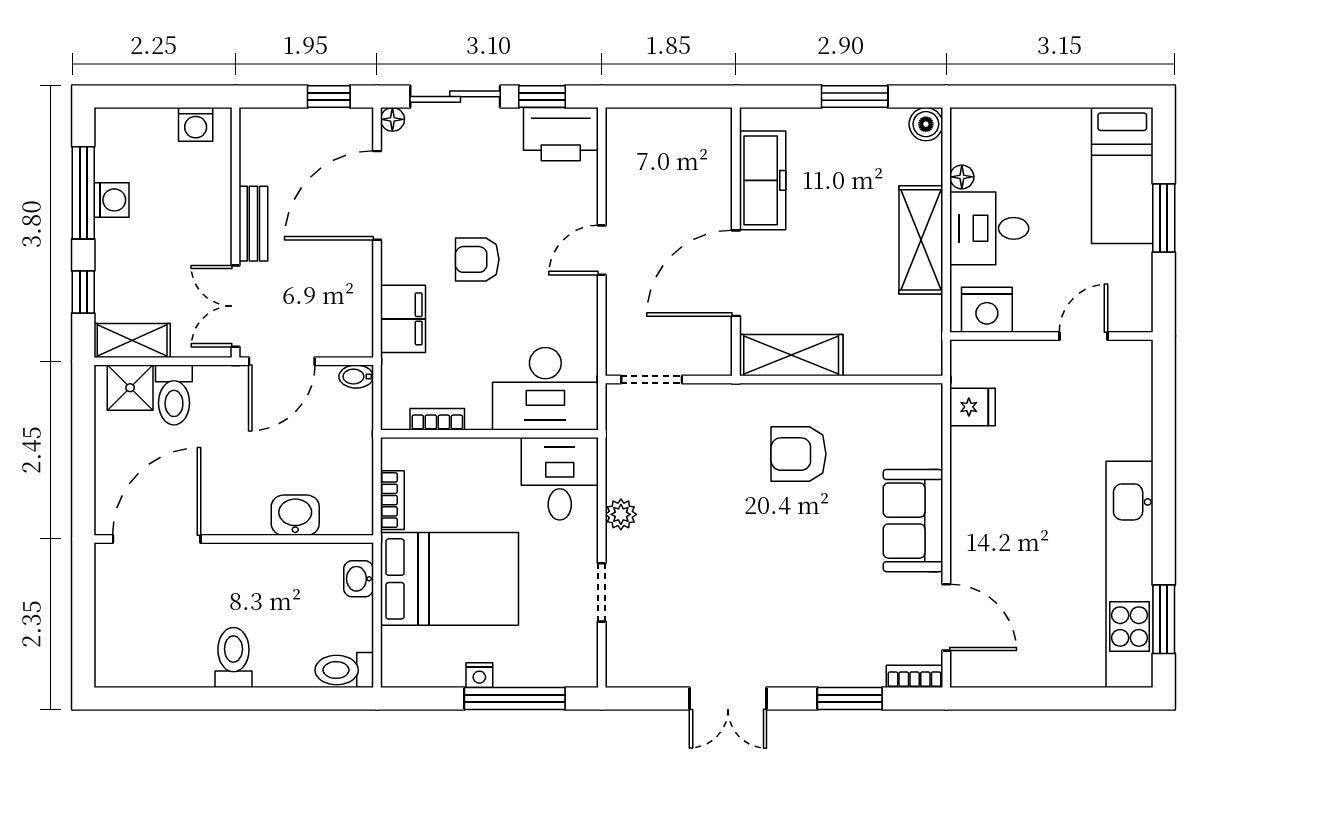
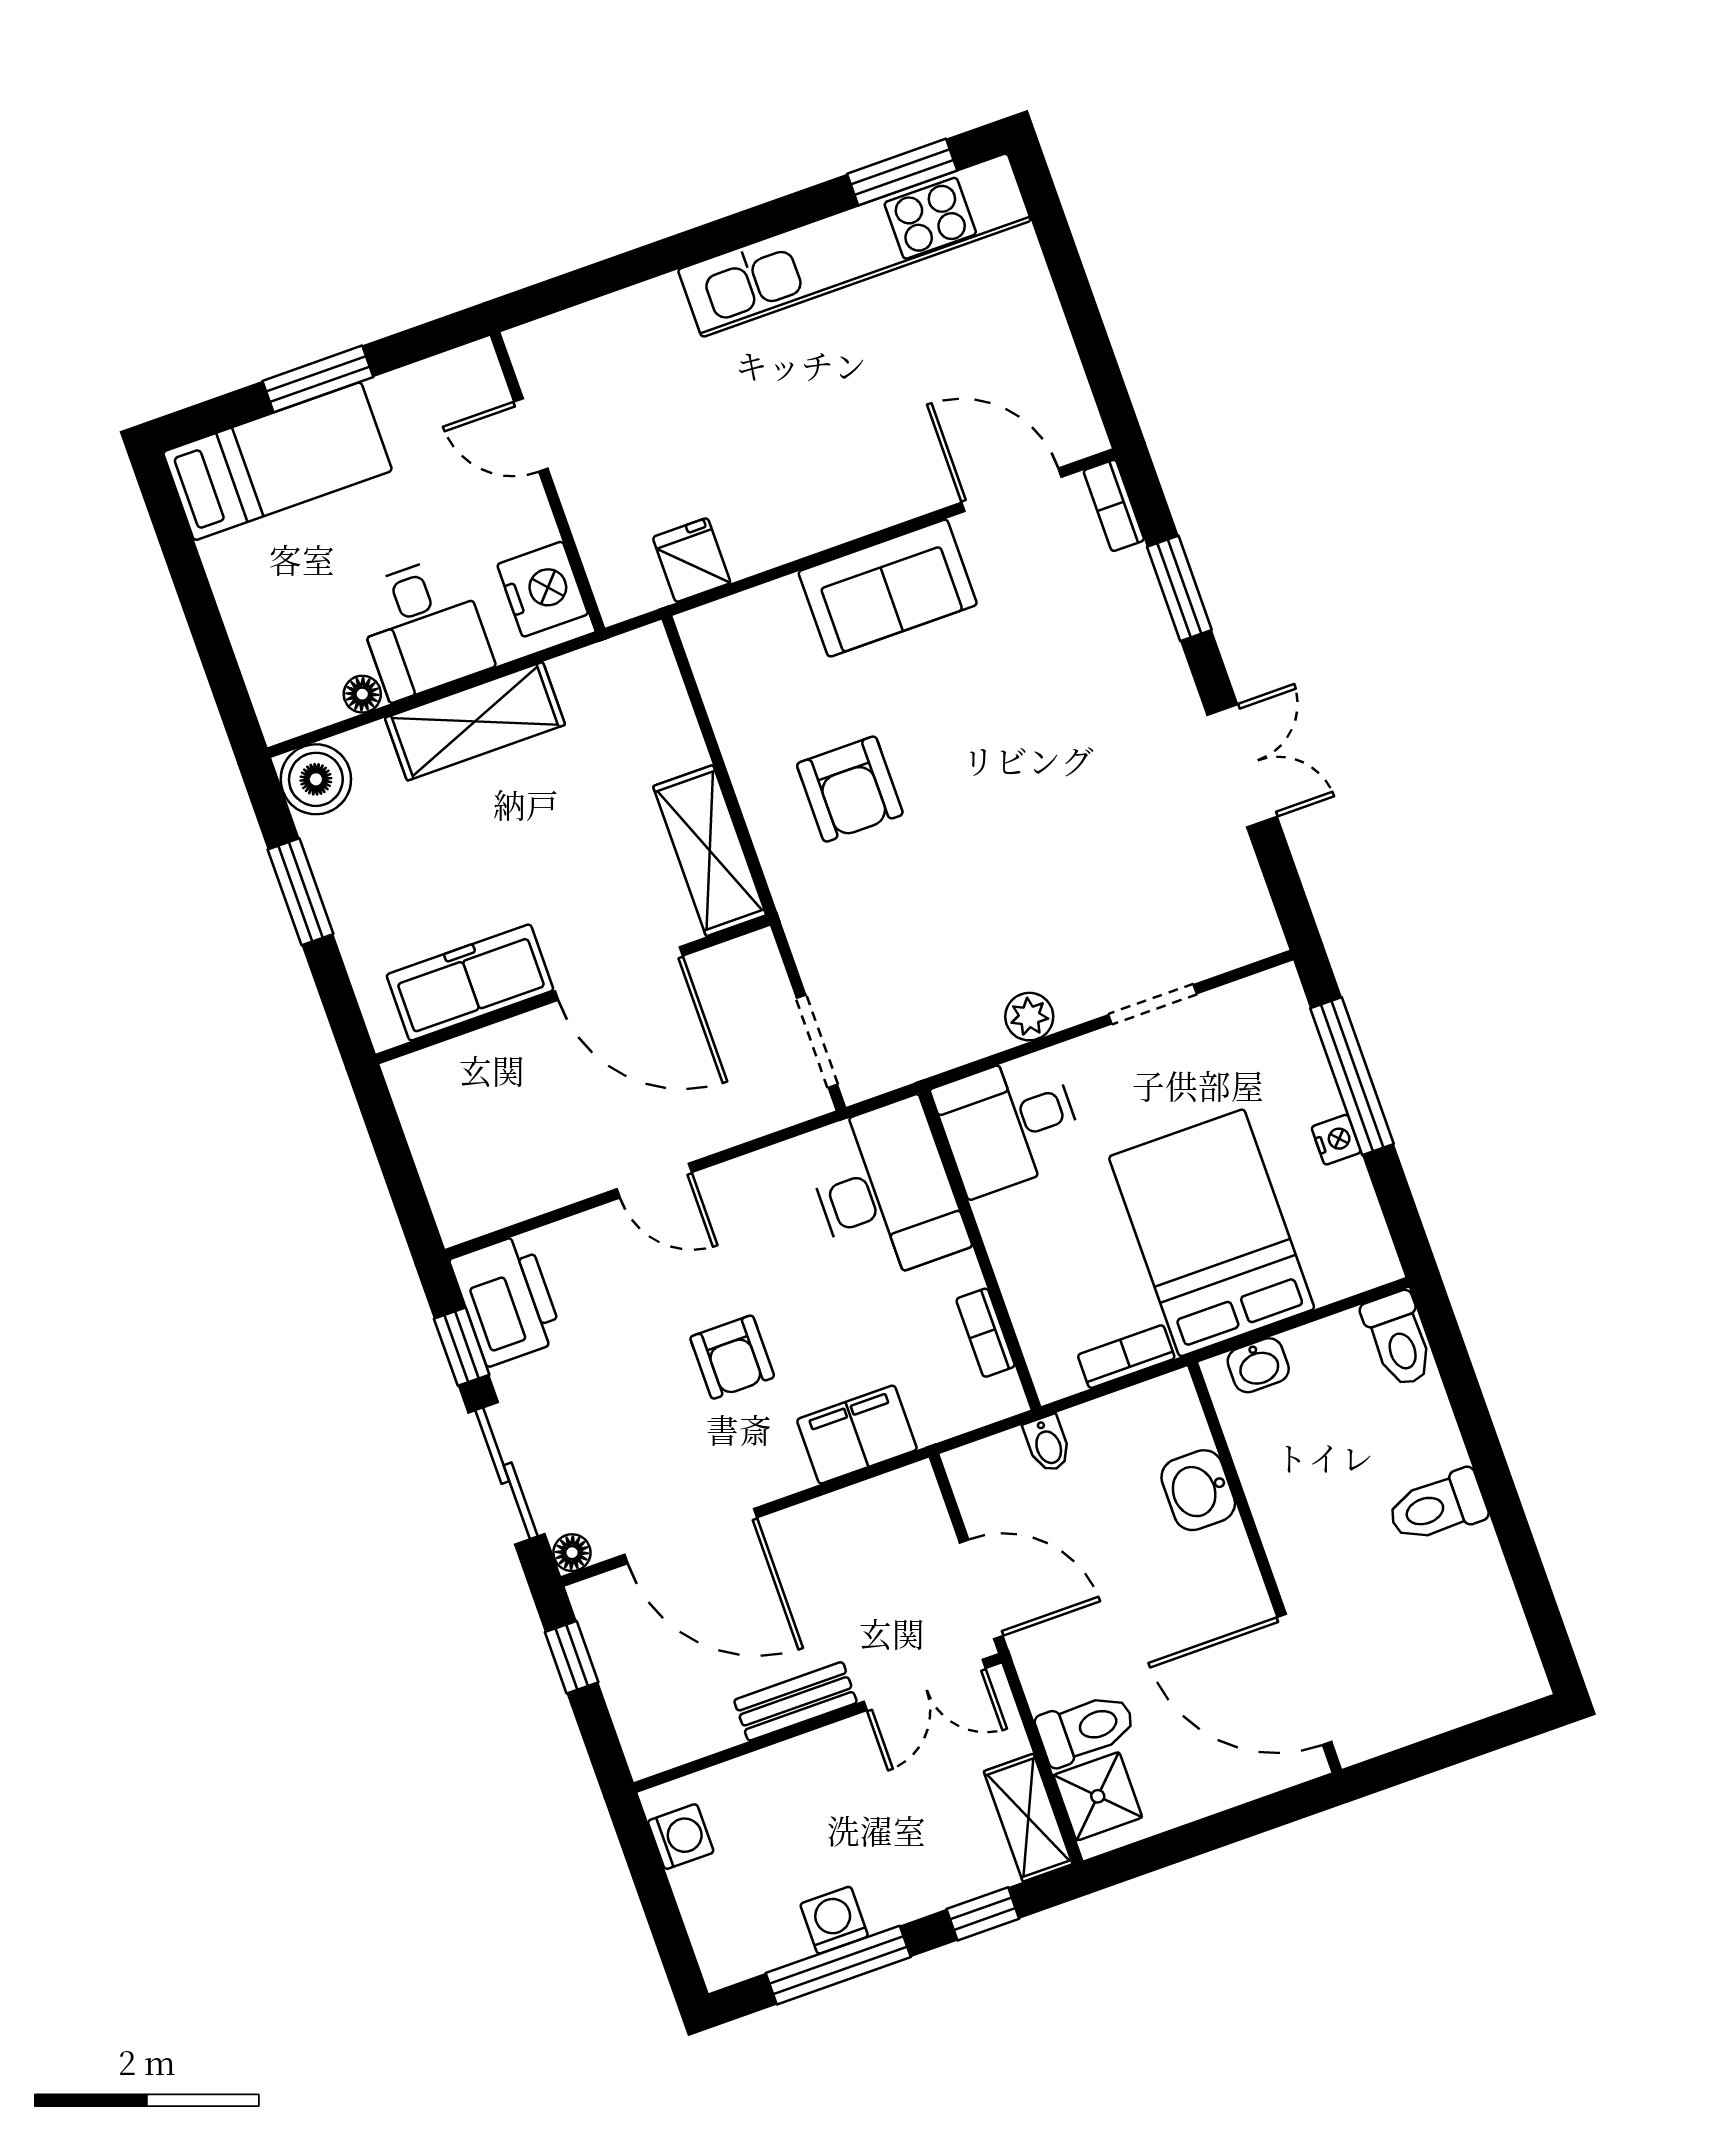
boiler: (926, 124) -> (316, 779), width x1.36, depth x1.36
bidet: (356, 377) -> (1047, 1444), moved
door: (946, 617) -> (1012, 490), hinge flipped

